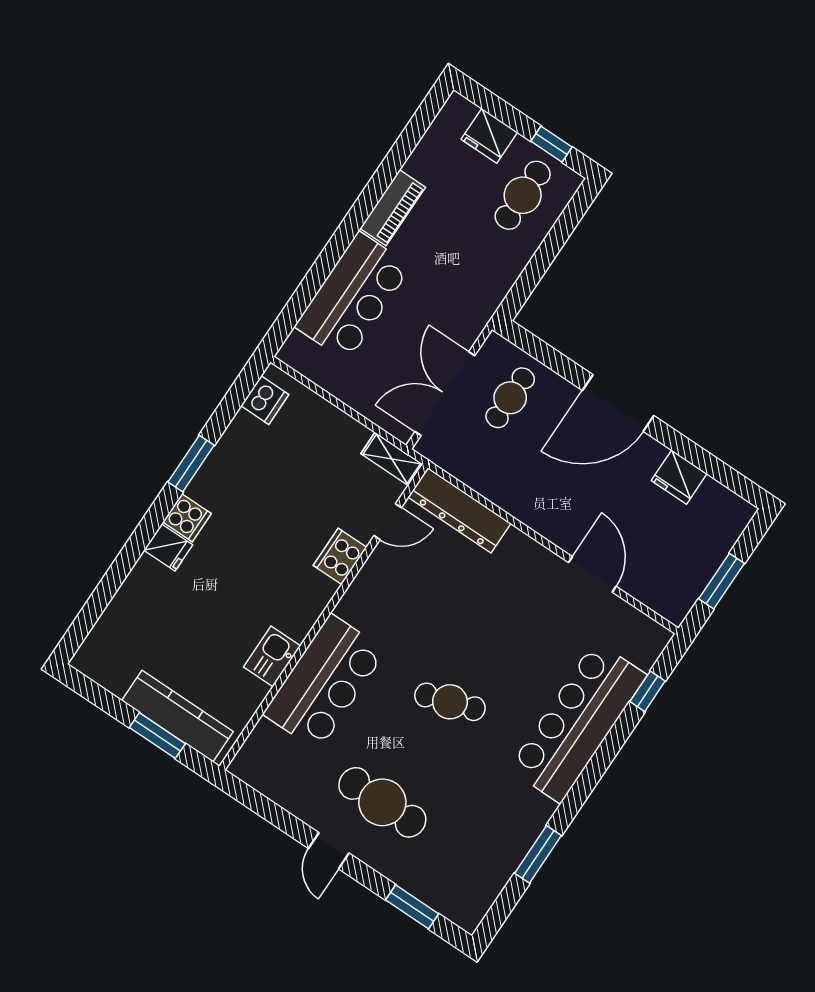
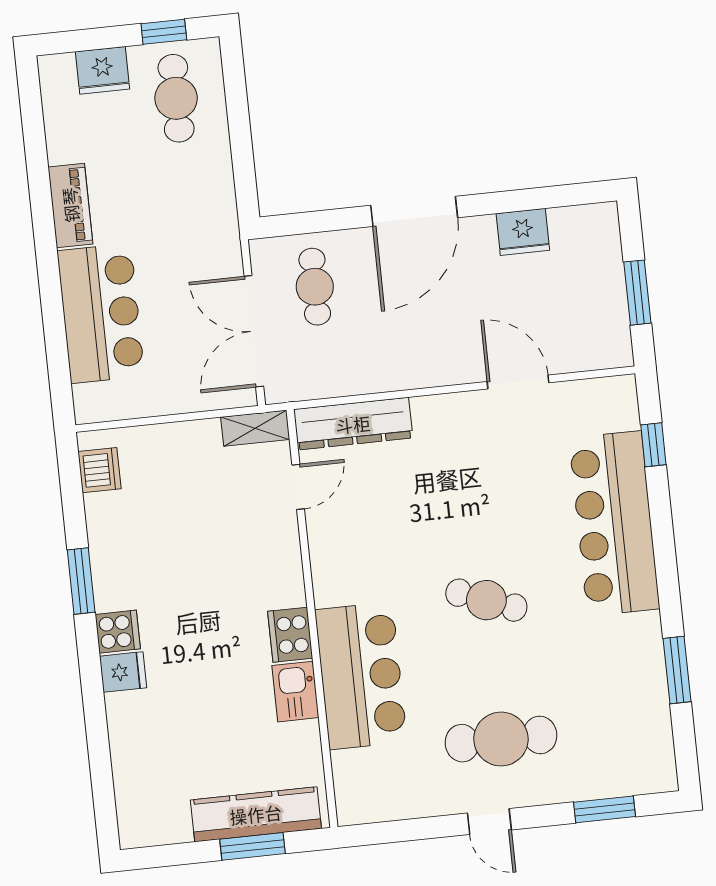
cooker: (340, 556) -> (290, 635), moved
cafe table: (450, 702) -> (486, 600), turned 39

